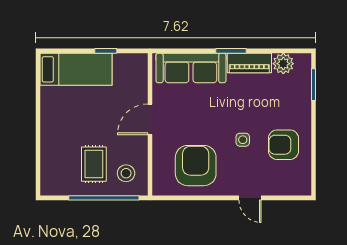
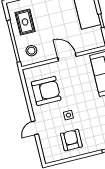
rug: (94, 164) -> (25, 22), moved, turned 90

